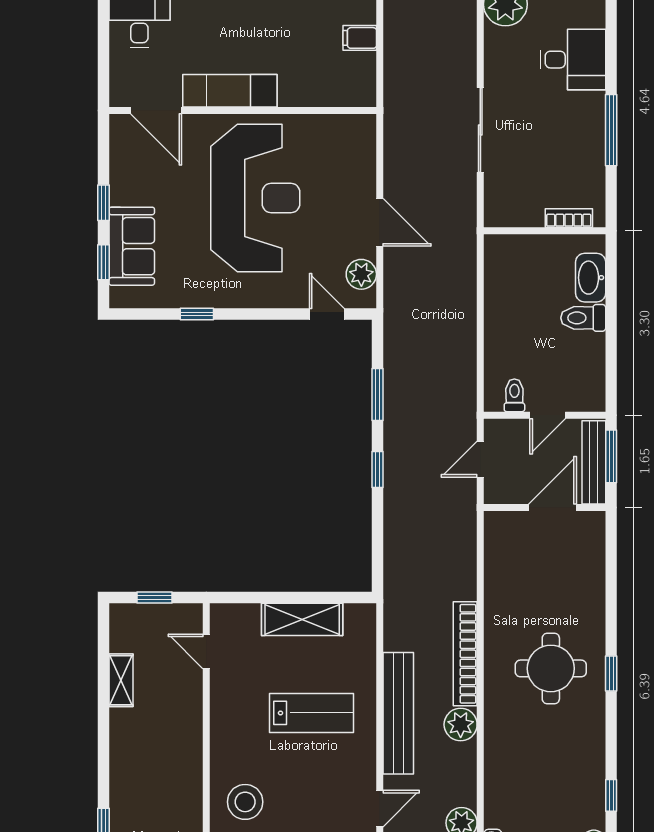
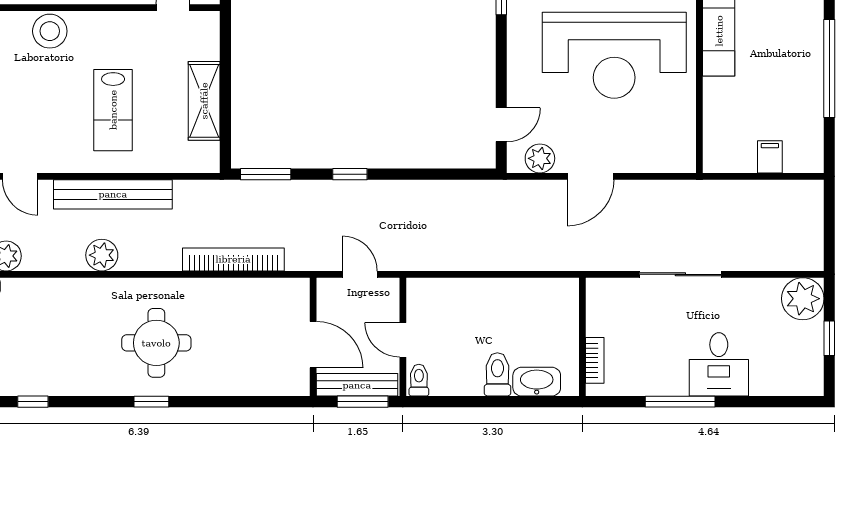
desk: (573, 60) -> (719, 364), moved
window: (377, 394) -> (266, 174), moved
toilet: (514, 395) -> (419, 380), moved, turned -90
bookcase: (465, 654) -> (233, 259), moved
stool: (245, 802) -> (50, 31), moved

